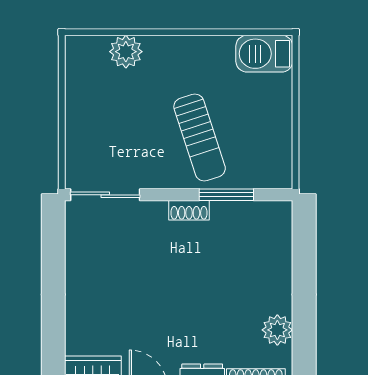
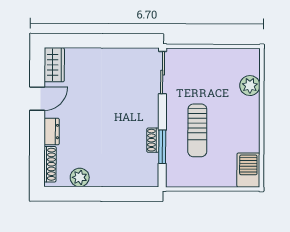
sun lounger: (200, 138) -> (197, 130), turned -72
shoe rack: (189, 210) -> (153, 140), moved

